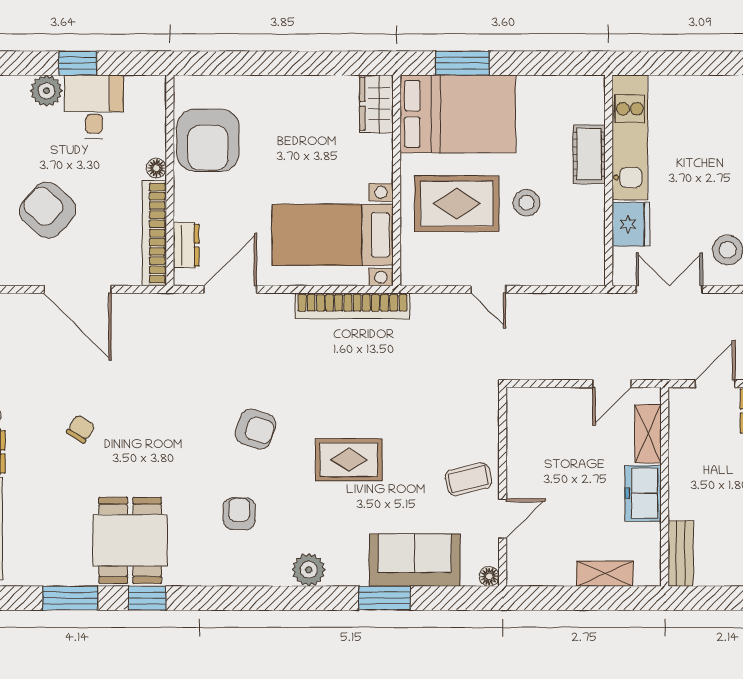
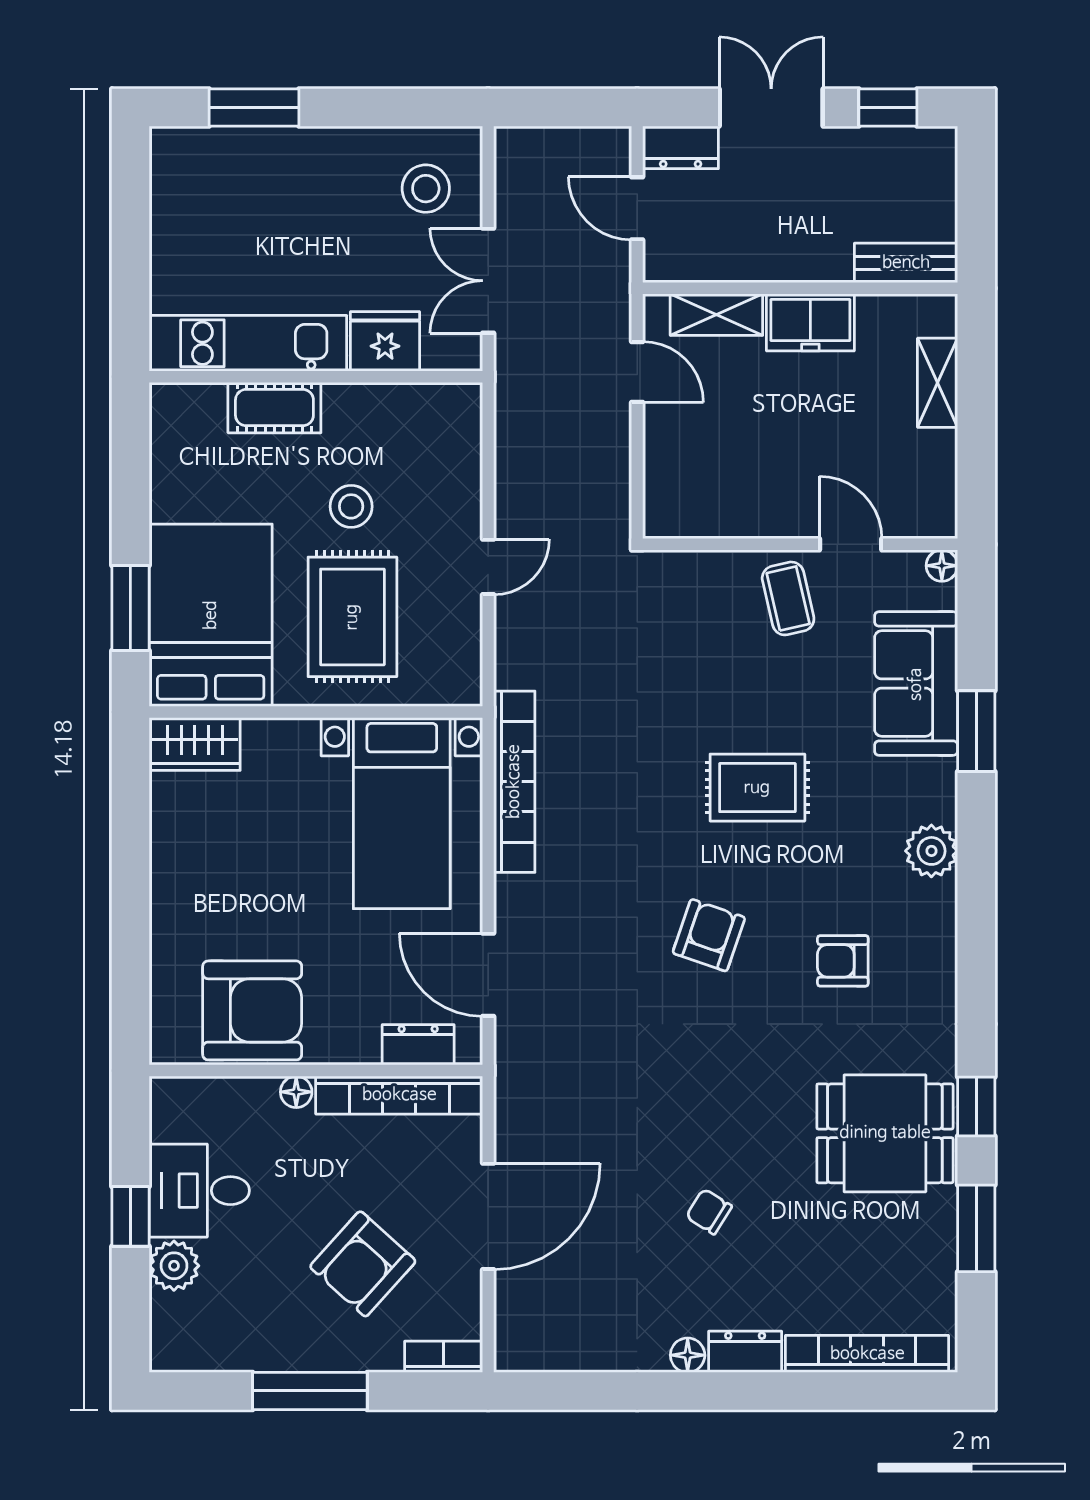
rug: (349, 460) -> (757, 788), turned 90

